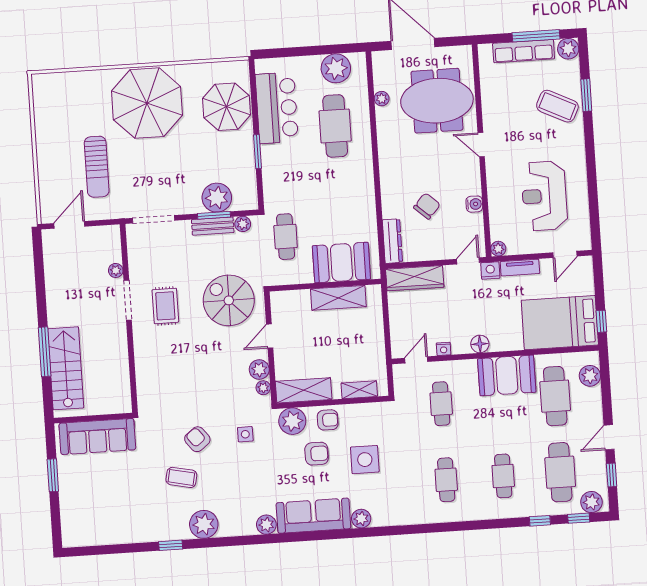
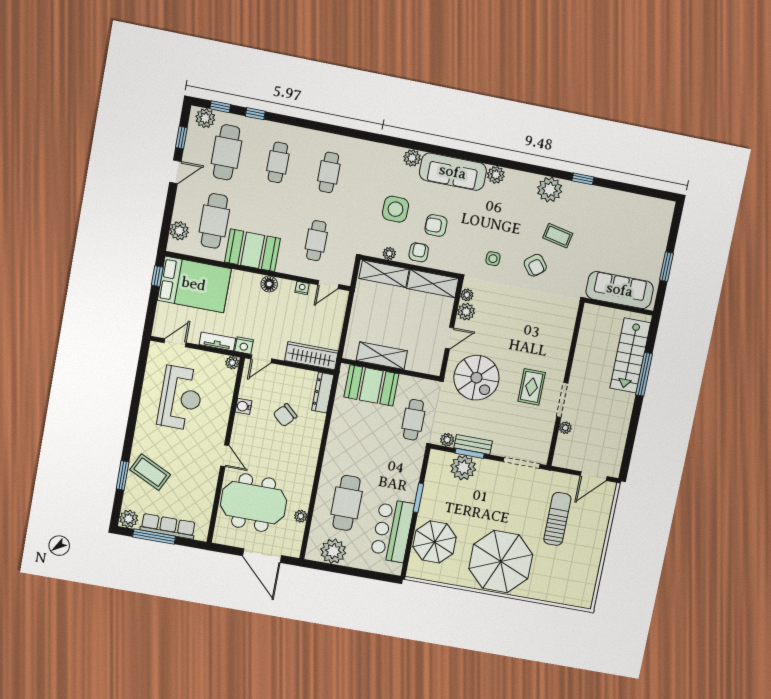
shelving: (359, 390) -> (384, 274), width x1.50, depth x1.33
armchair: (328, 420) -> (419, 252), turned 90
plant: (292, 421) -> (389, 253), moved, width x0.53, depth x0.53

